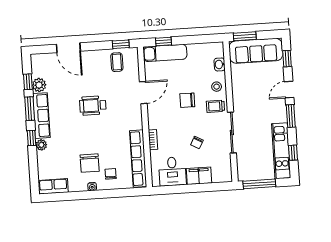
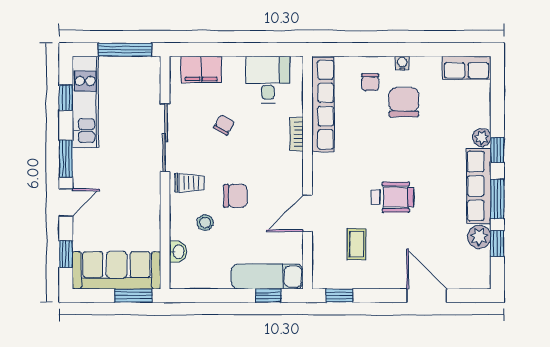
coffee table: (117, 62) -> (356, 244), moved
stool: (217, 87) -> (205, 223), moved
filing cabinet: (199, 176) -> (201, 70), moved

